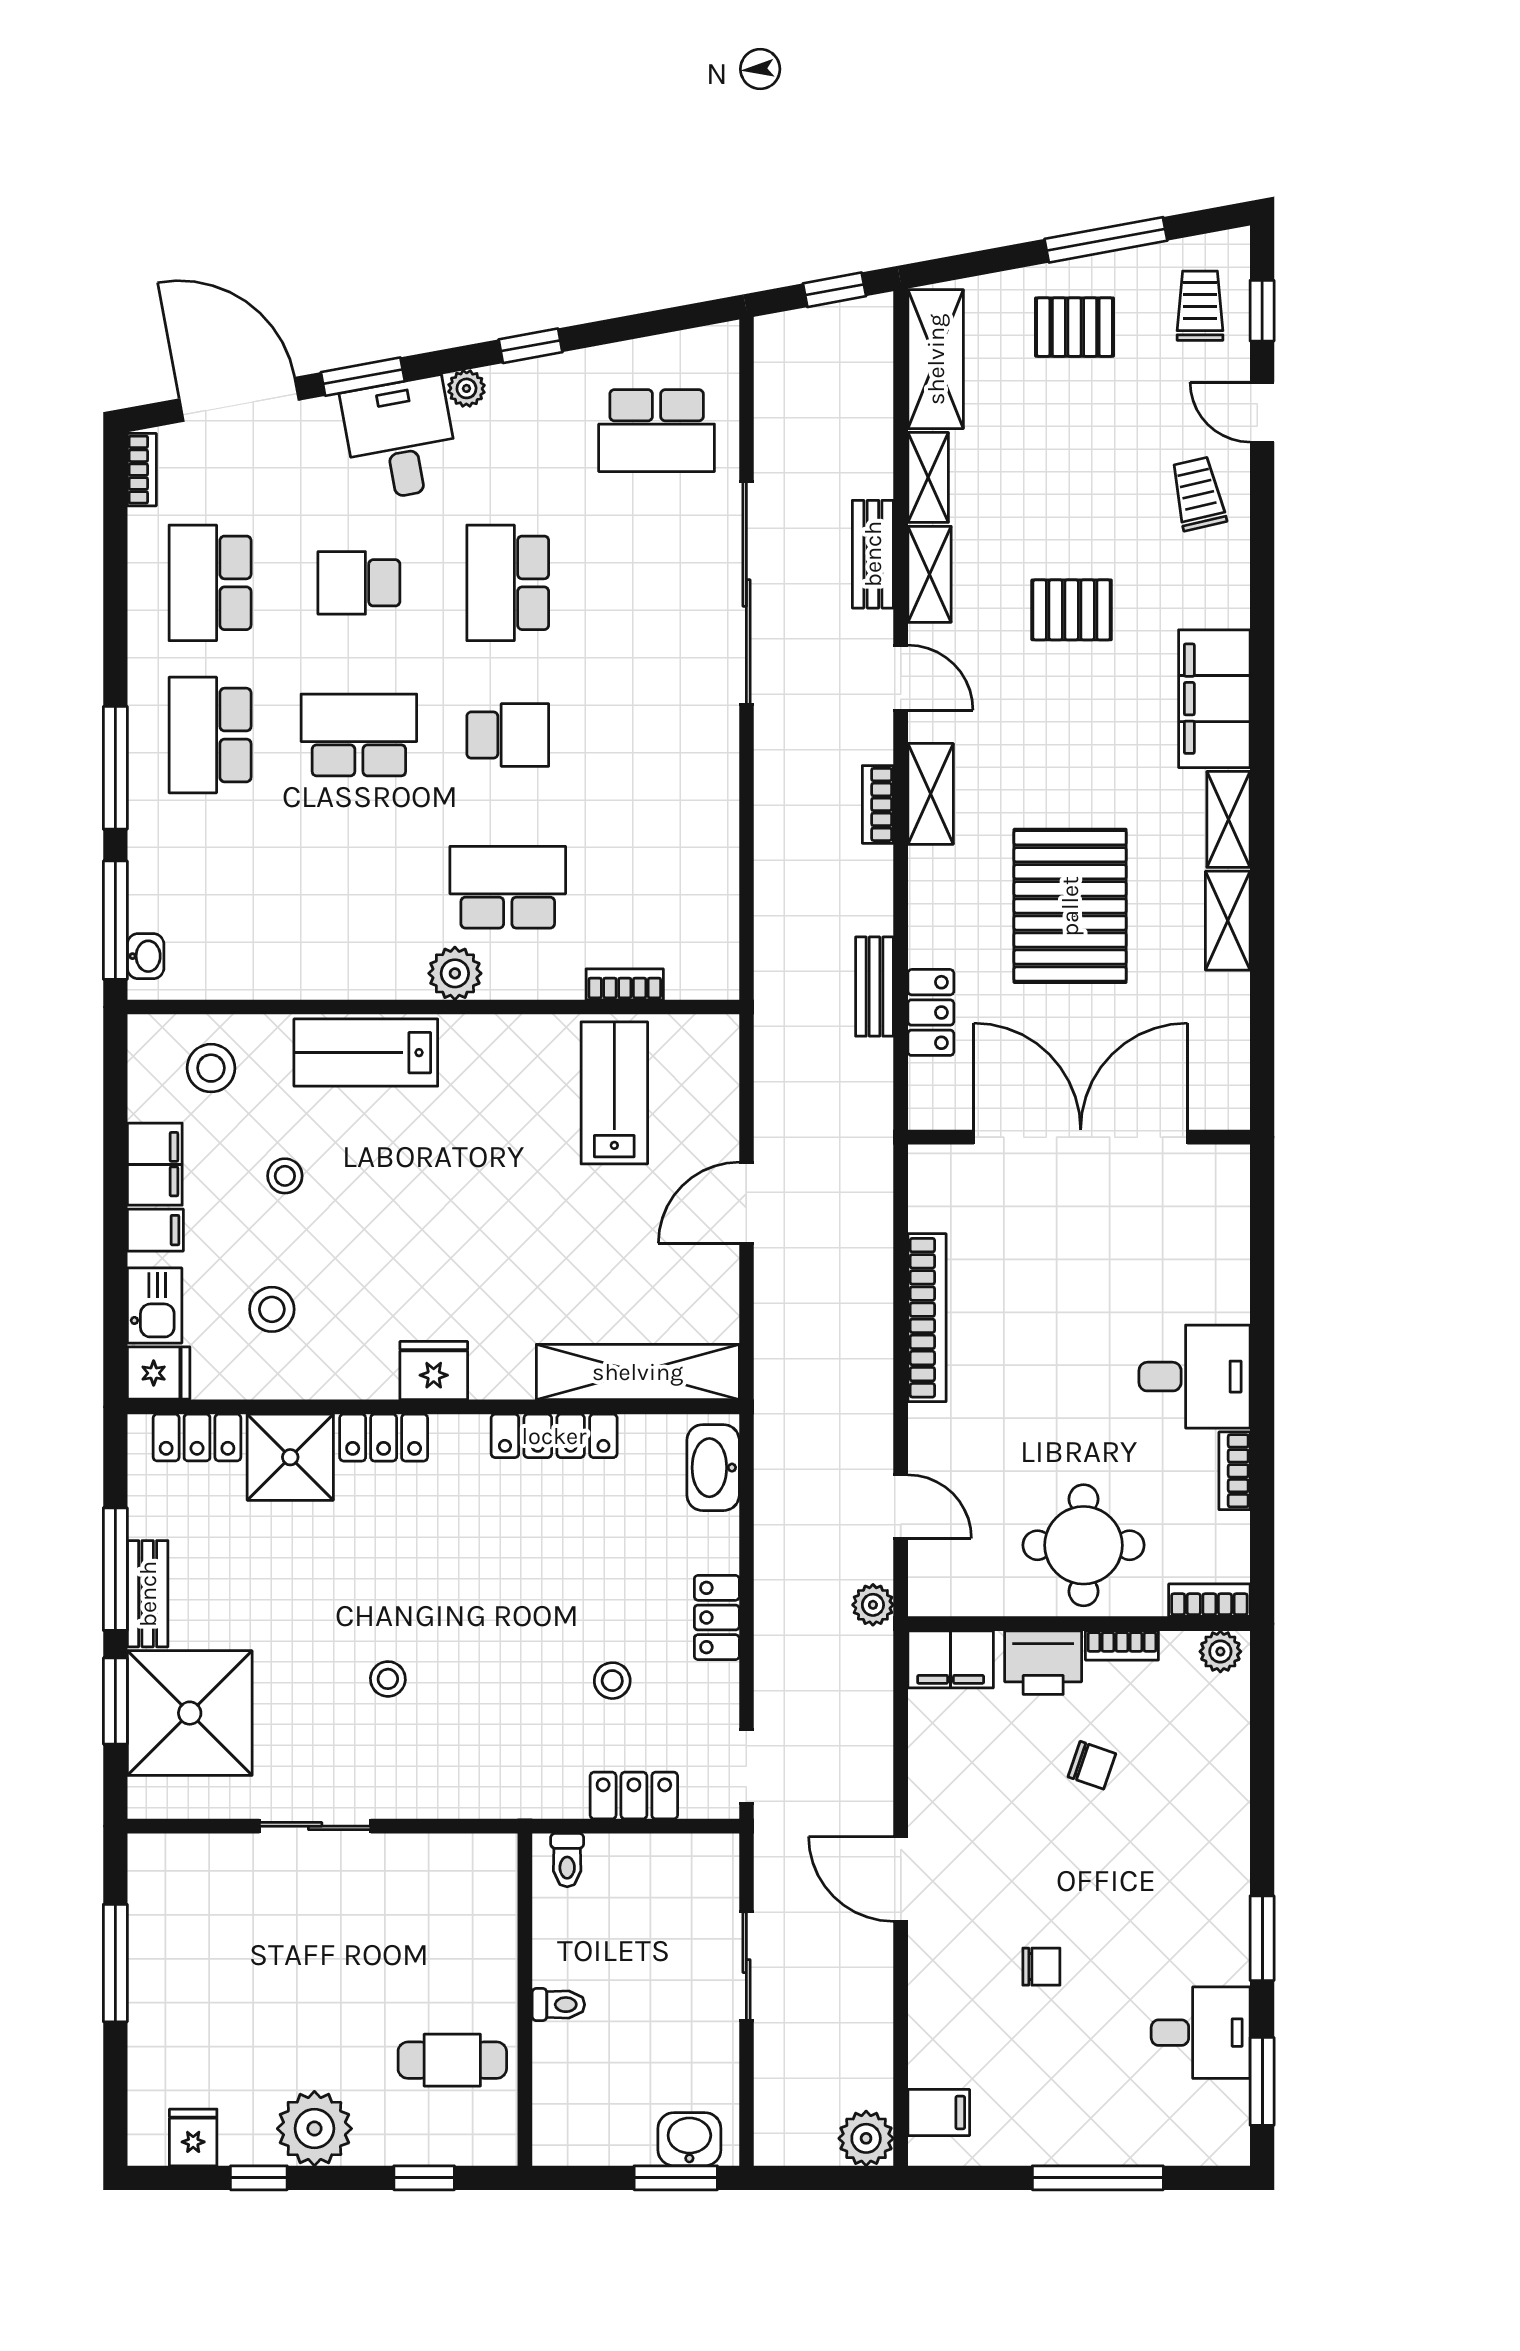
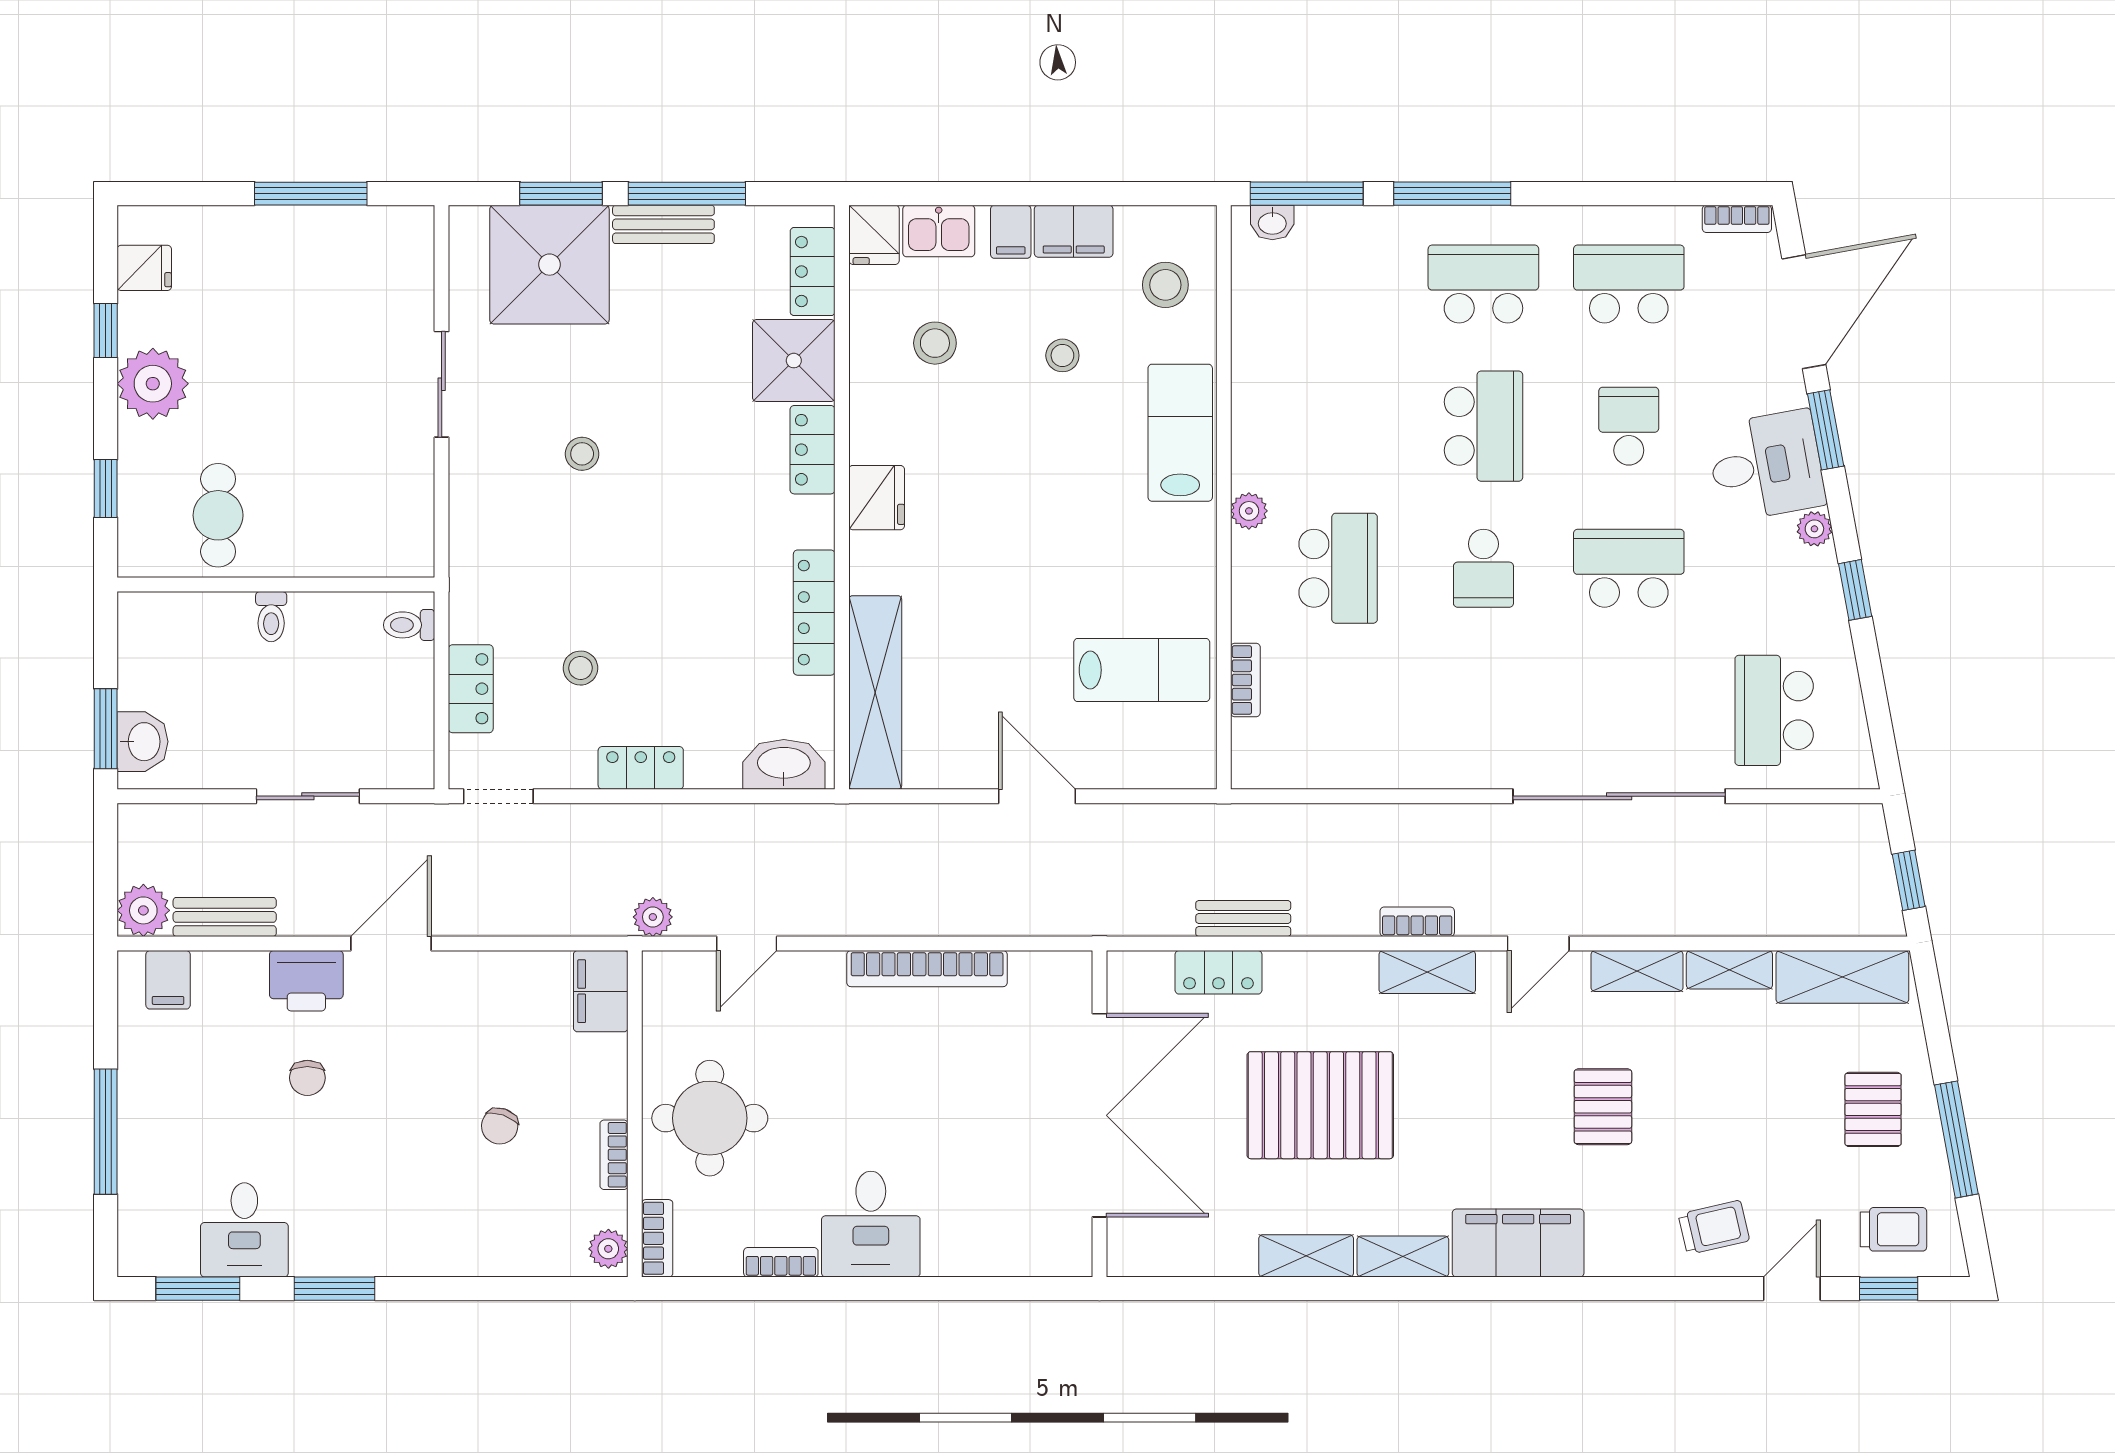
bench: (873, 554) -> (225, 917), moved
plant: (455, 973) -> (1249, 511), width x0.73, depth x0.73
printer: (1043, 1663) -> (306, 981), moved, turned -90

